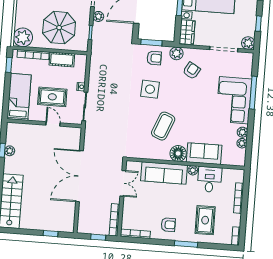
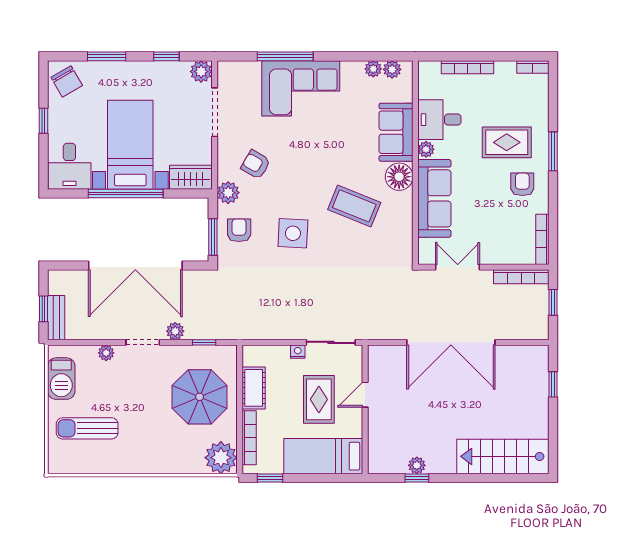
plant: (242, 132) -> (392, 69), moved
rug: (205, 220) -> (507, 142), moved

